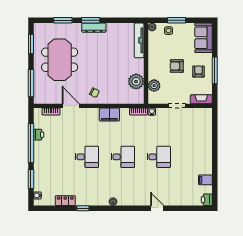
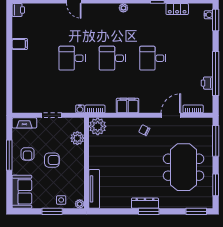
window: (63, 20) -> (196, 211), moved
plant: (136, 81) -> (98, 126), moved
door: (71, 106) -> (171, 115), swing flipped
window: (31, 179) -> (216, 20), moved
filing cabinet: (205, 180) -> (20, 44), moved

